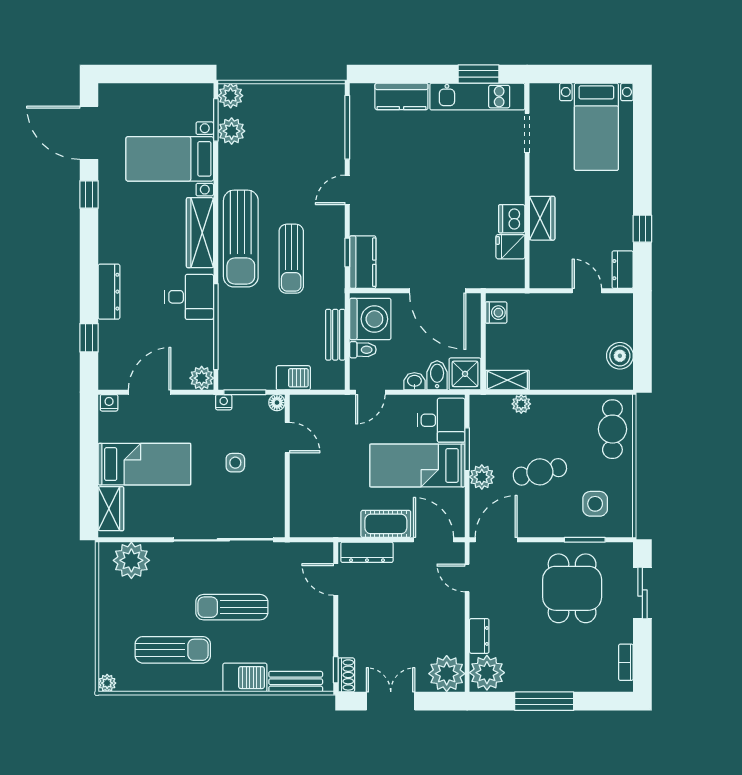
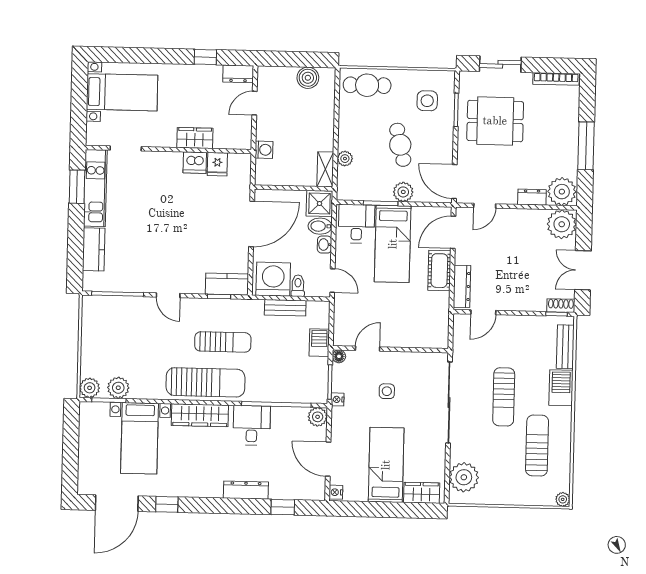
washing machine: (496, 313) -> (264, 150), moved, turned 90
bookcase: (626, 662) -> (556, 79), width x1.56

